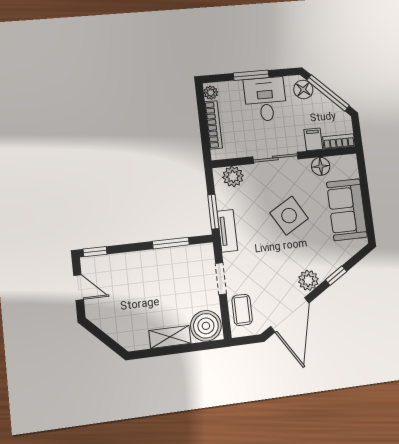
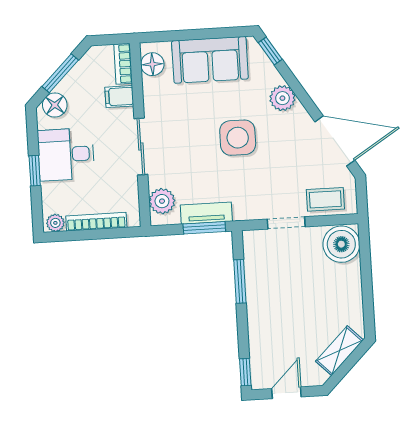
window: (251, 75) -> (35, 171), width x0.67
window: (328, 93) -> (60, 73), width x0.69
floor lamp: (321, 166) -> (152, 64), moved
side table: (289, 216) -> (238, 138), moved, turned 30
tv unit: (227, 231) -> (206, 213), moved
window: (336, 276) -> (270, 51), moved
plant: (308, 280) -> (282, 98), moved
shelving: (170, 337) -> (339, 351), moved, turned 45

